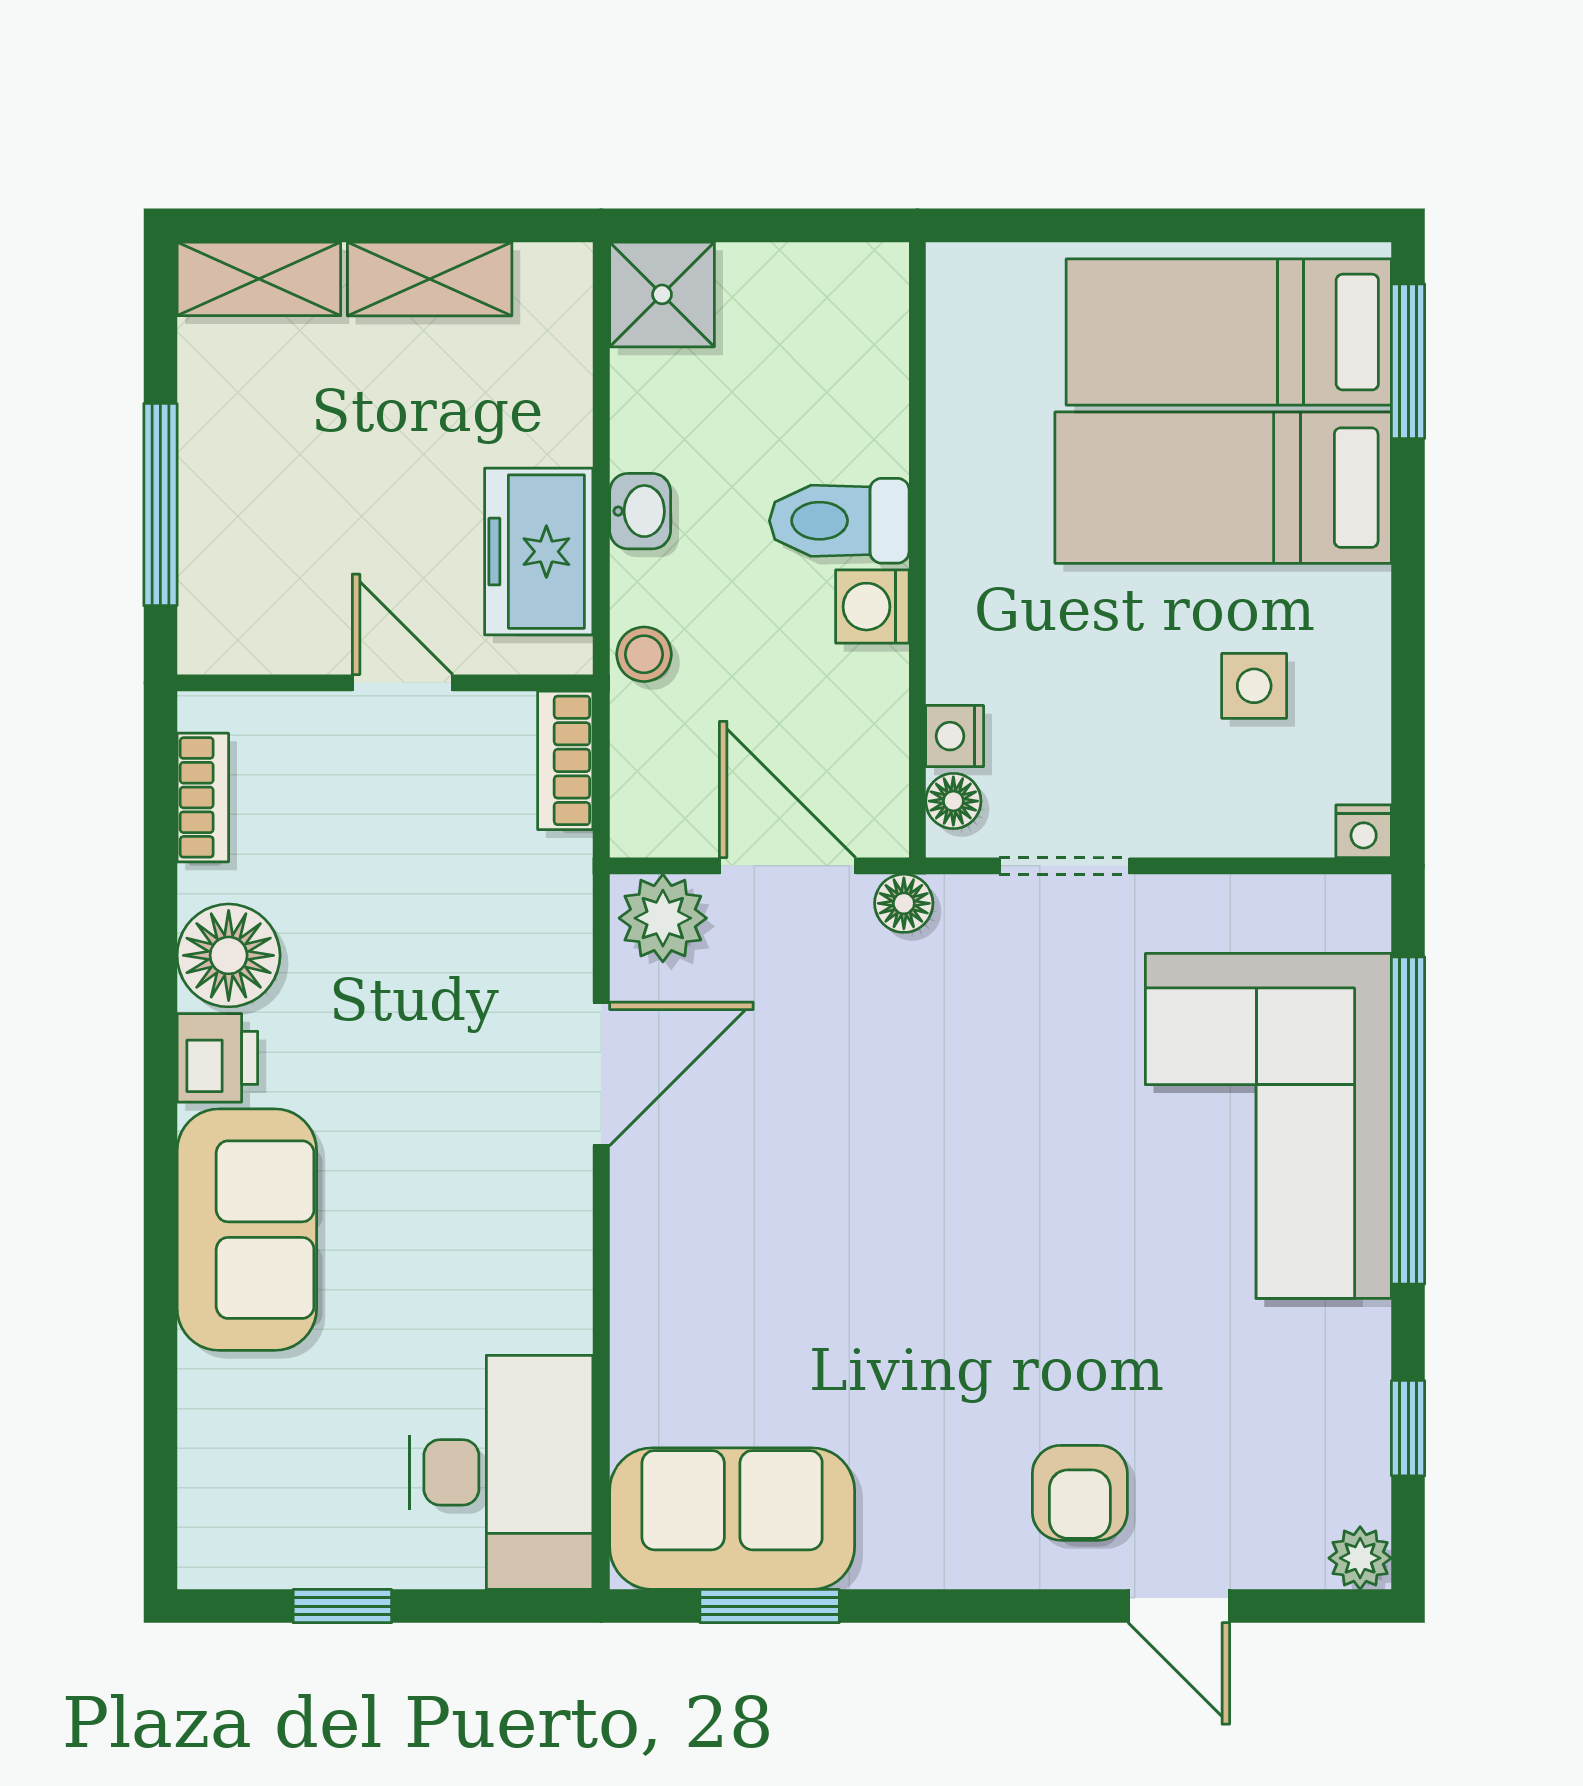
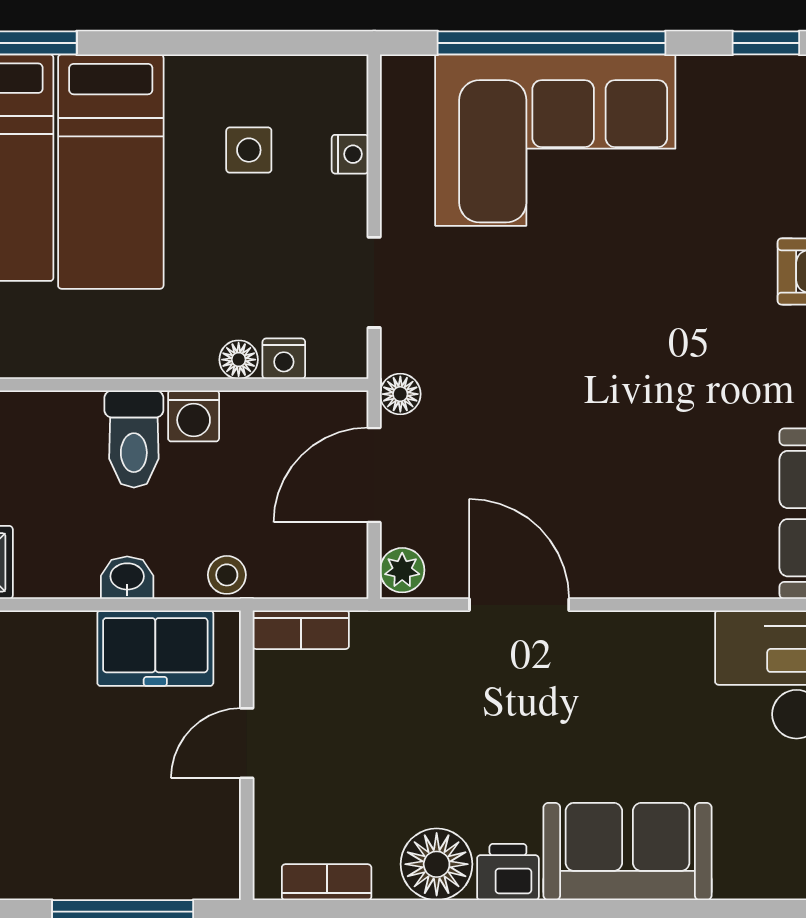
floor lamp: (953, 801) -> (239, 360), moved
nightstand: (1364, 831) -> (350, 154), moved
plant: (663, 918) -> (402, 570), width x0.73, depth x0.73

